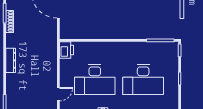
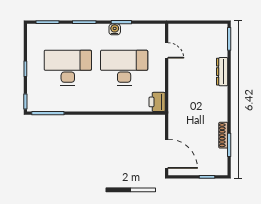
dresser: (11, 60) -> (222, 72), moved
door: (58, 94) -> (167, 50), swing flipped

